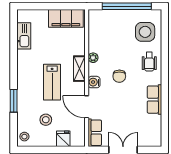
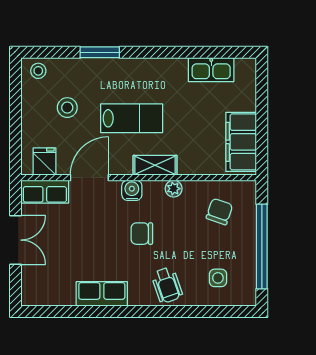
chair: (106, 31) -> (219, 212), added
side table: (145, 32) -> (218, 278), width x0.54, depth x0.54
wheelchair: (149, 62) -> (167, 285), turned -109
lab bench: (52, 82) -> (132, 118), turned 180
fridge: (63, 139) -> (44, 161), moved, turned -90

